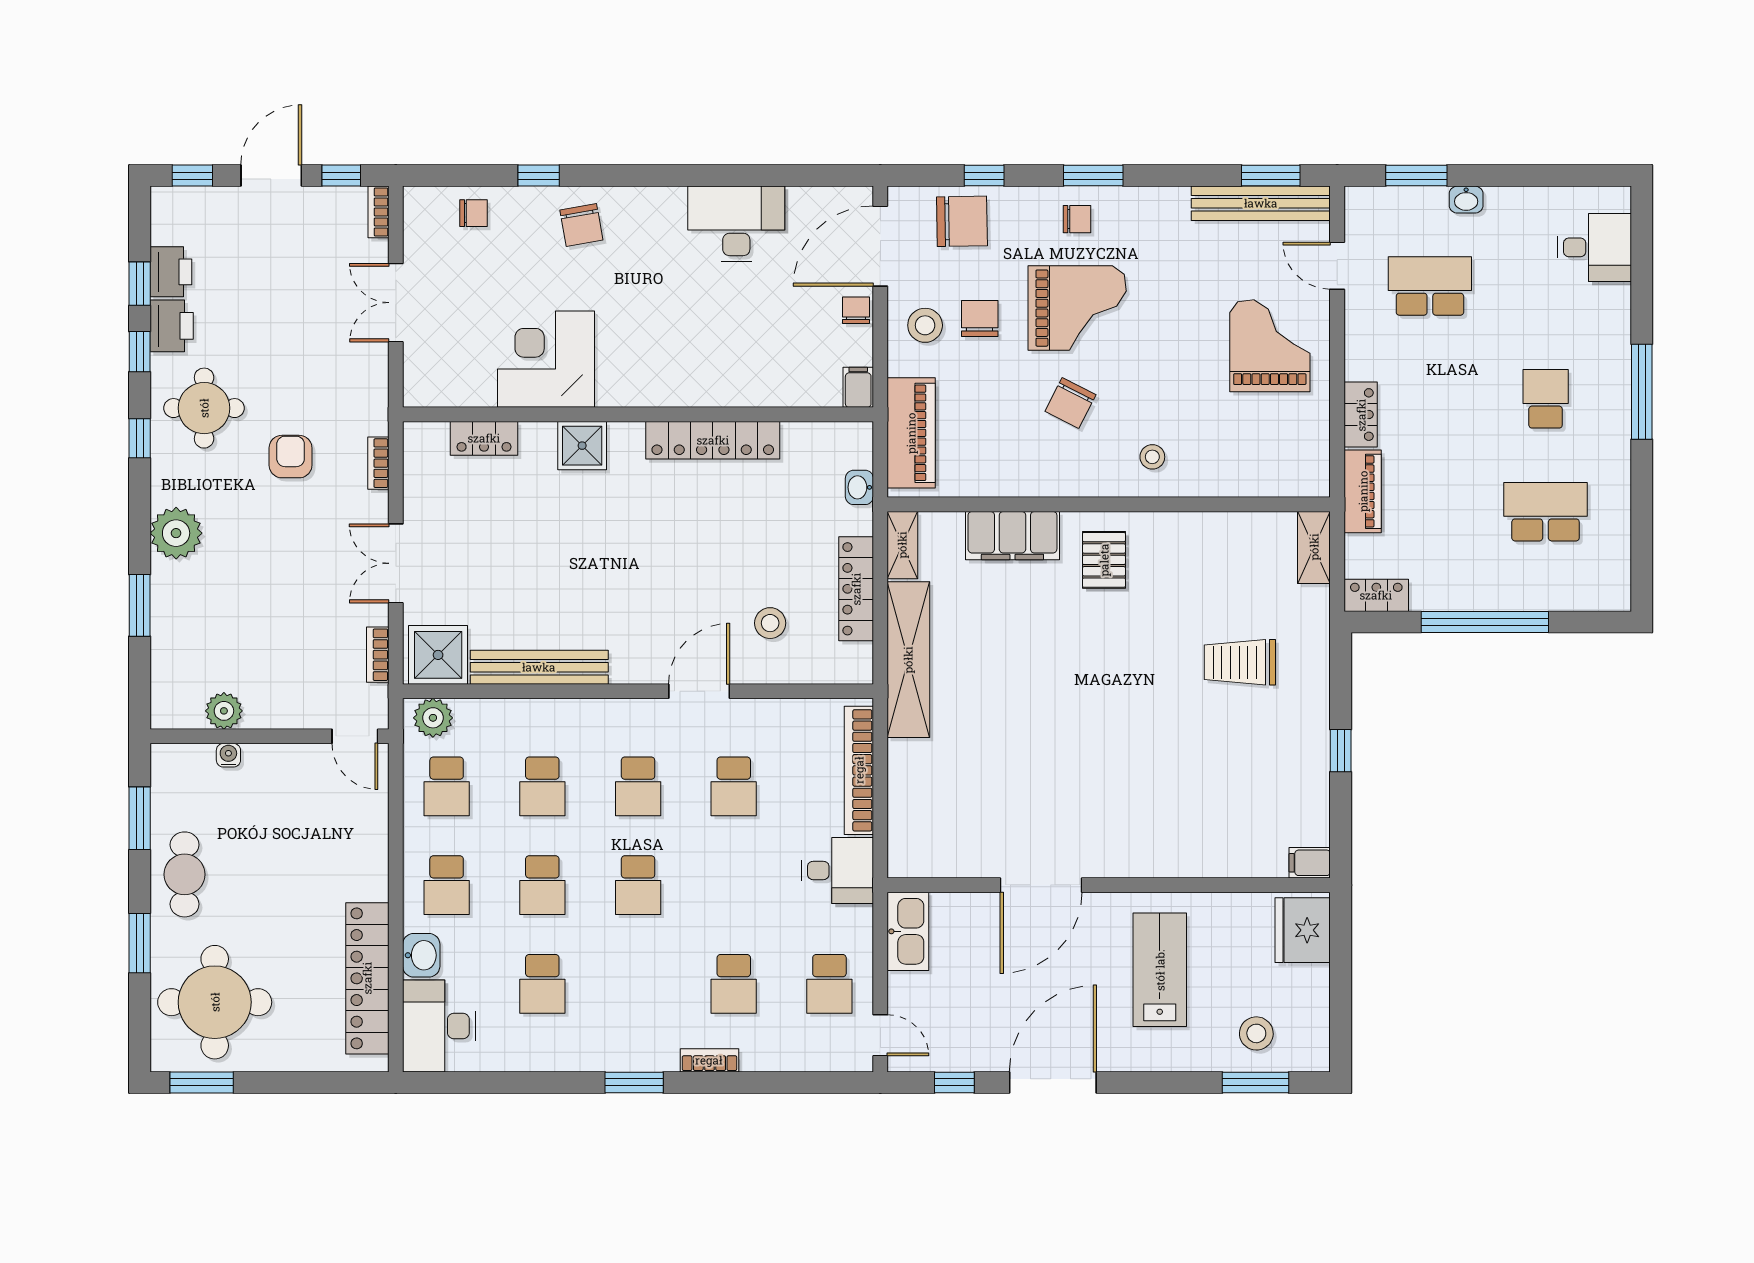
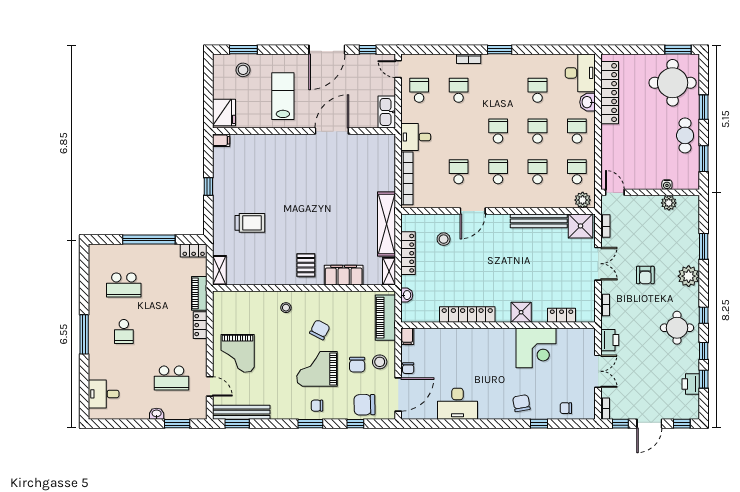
printer: (172, 326) -> (610, 340), moved, turned 180
armchair: (291, 457) -> (645, 275), moved
lab bench: (1160, 970) -> (283, 96), turned 180

